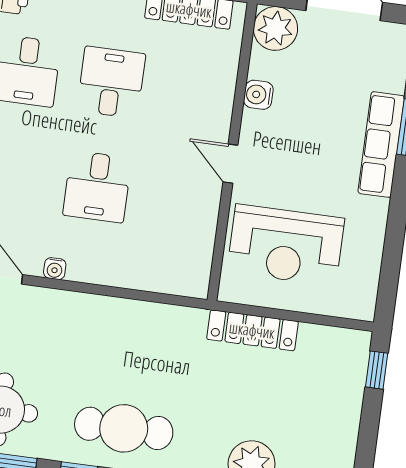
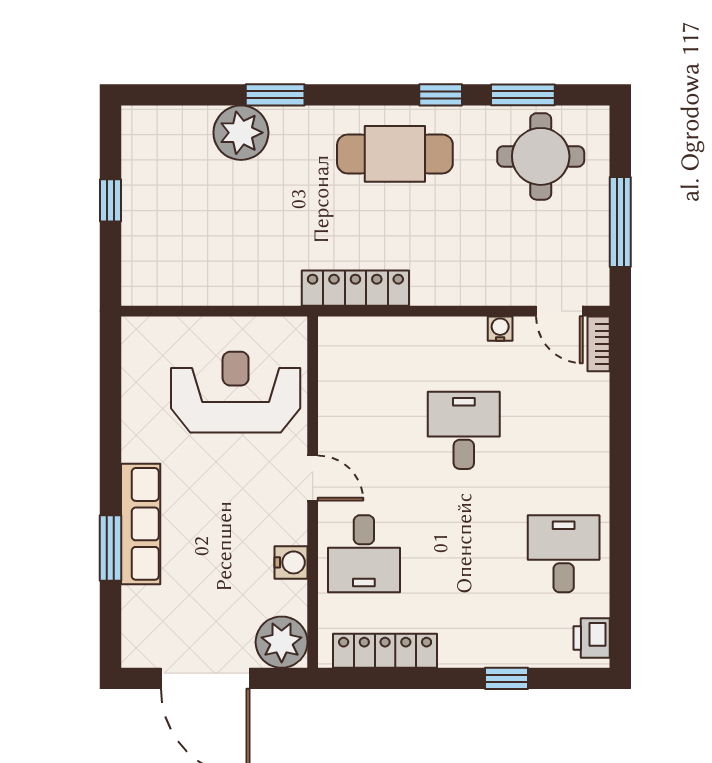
desk: (111, 82) -> (364, 554), moved
locker: (252, 330) -> (355, 288), moved
window: (377, 370) -> (110, 200), moved

